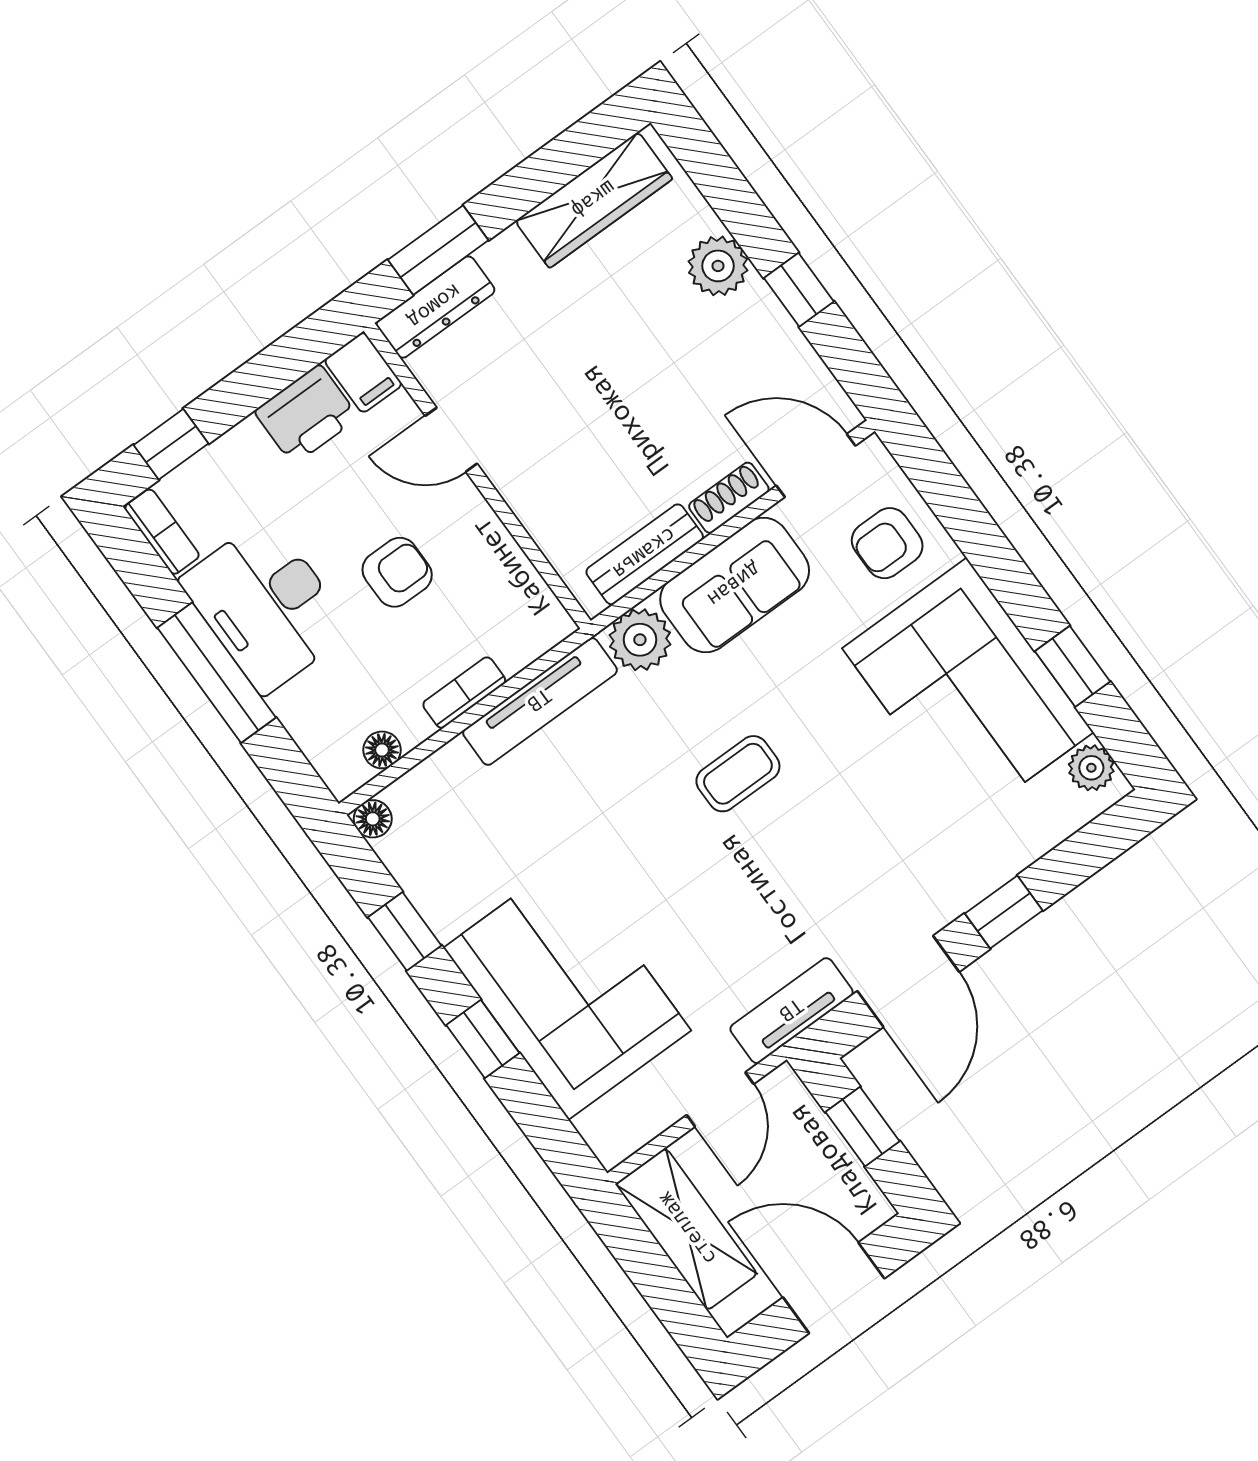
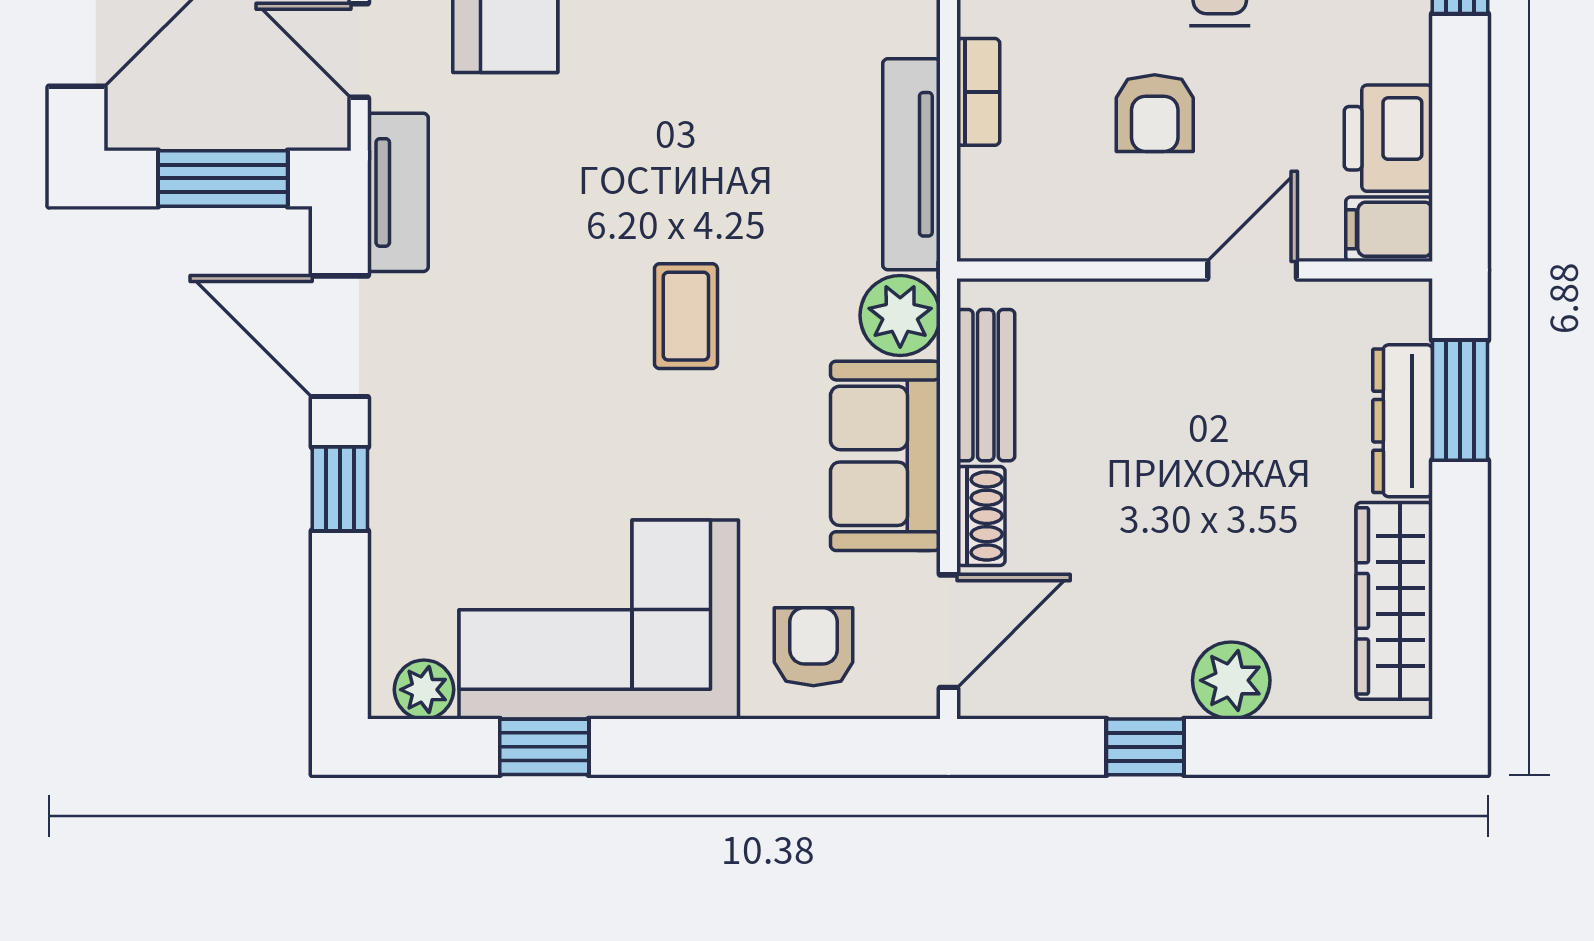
dresser: (435, 307) -> (1403, 421), moved
window: (863, 1127) -> (223, 178), width x1.50

